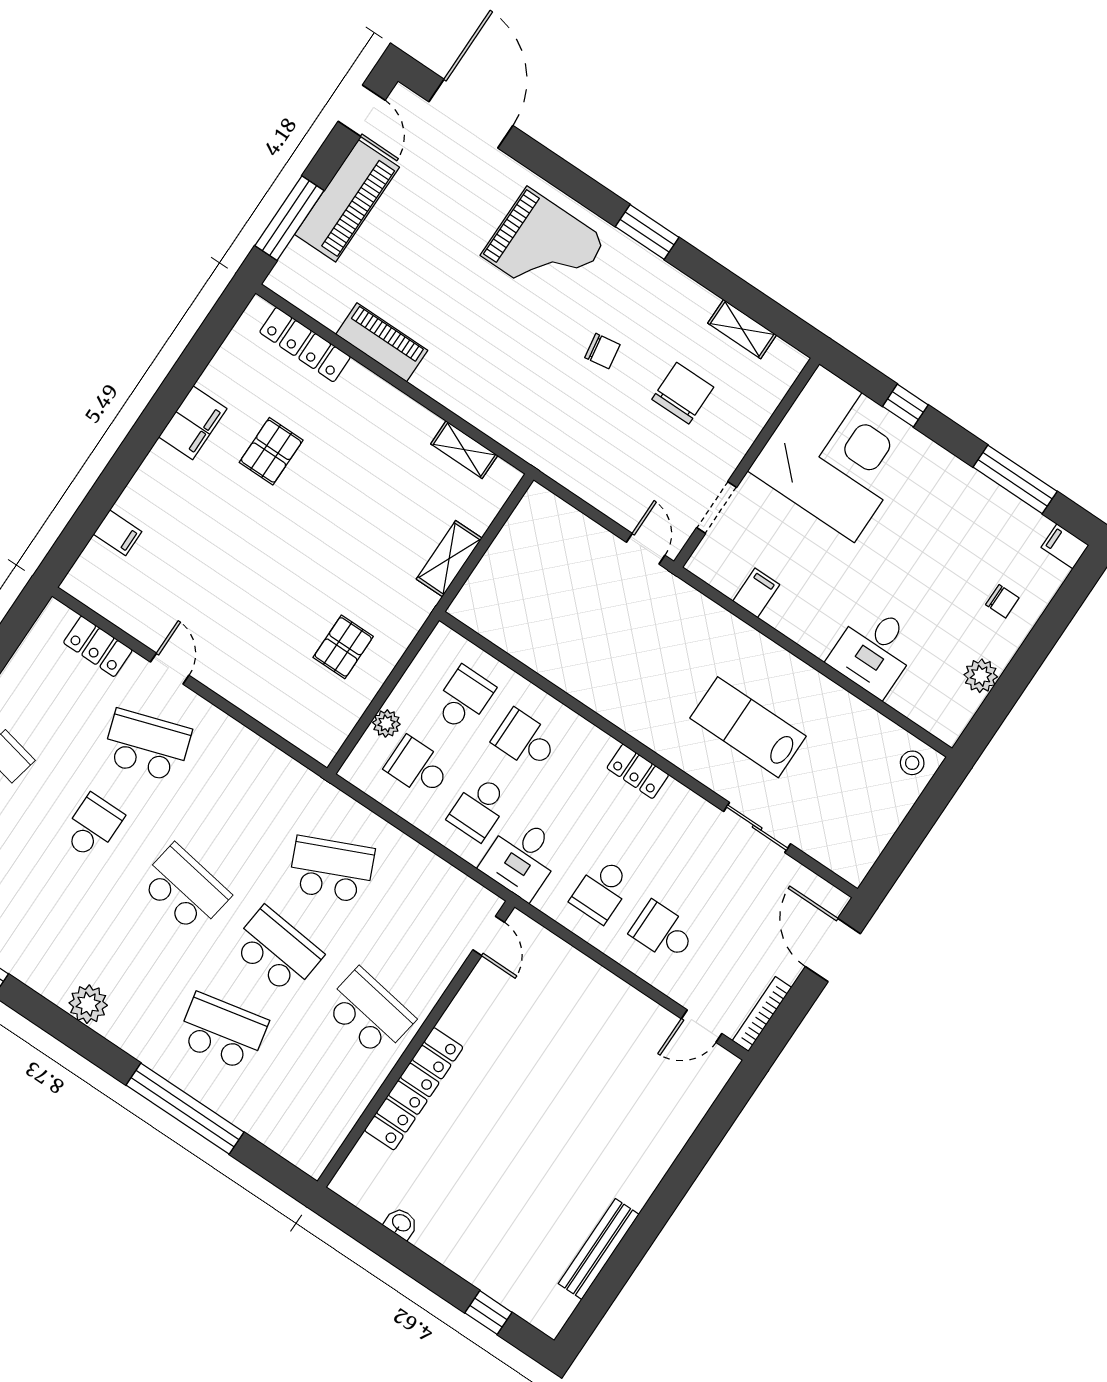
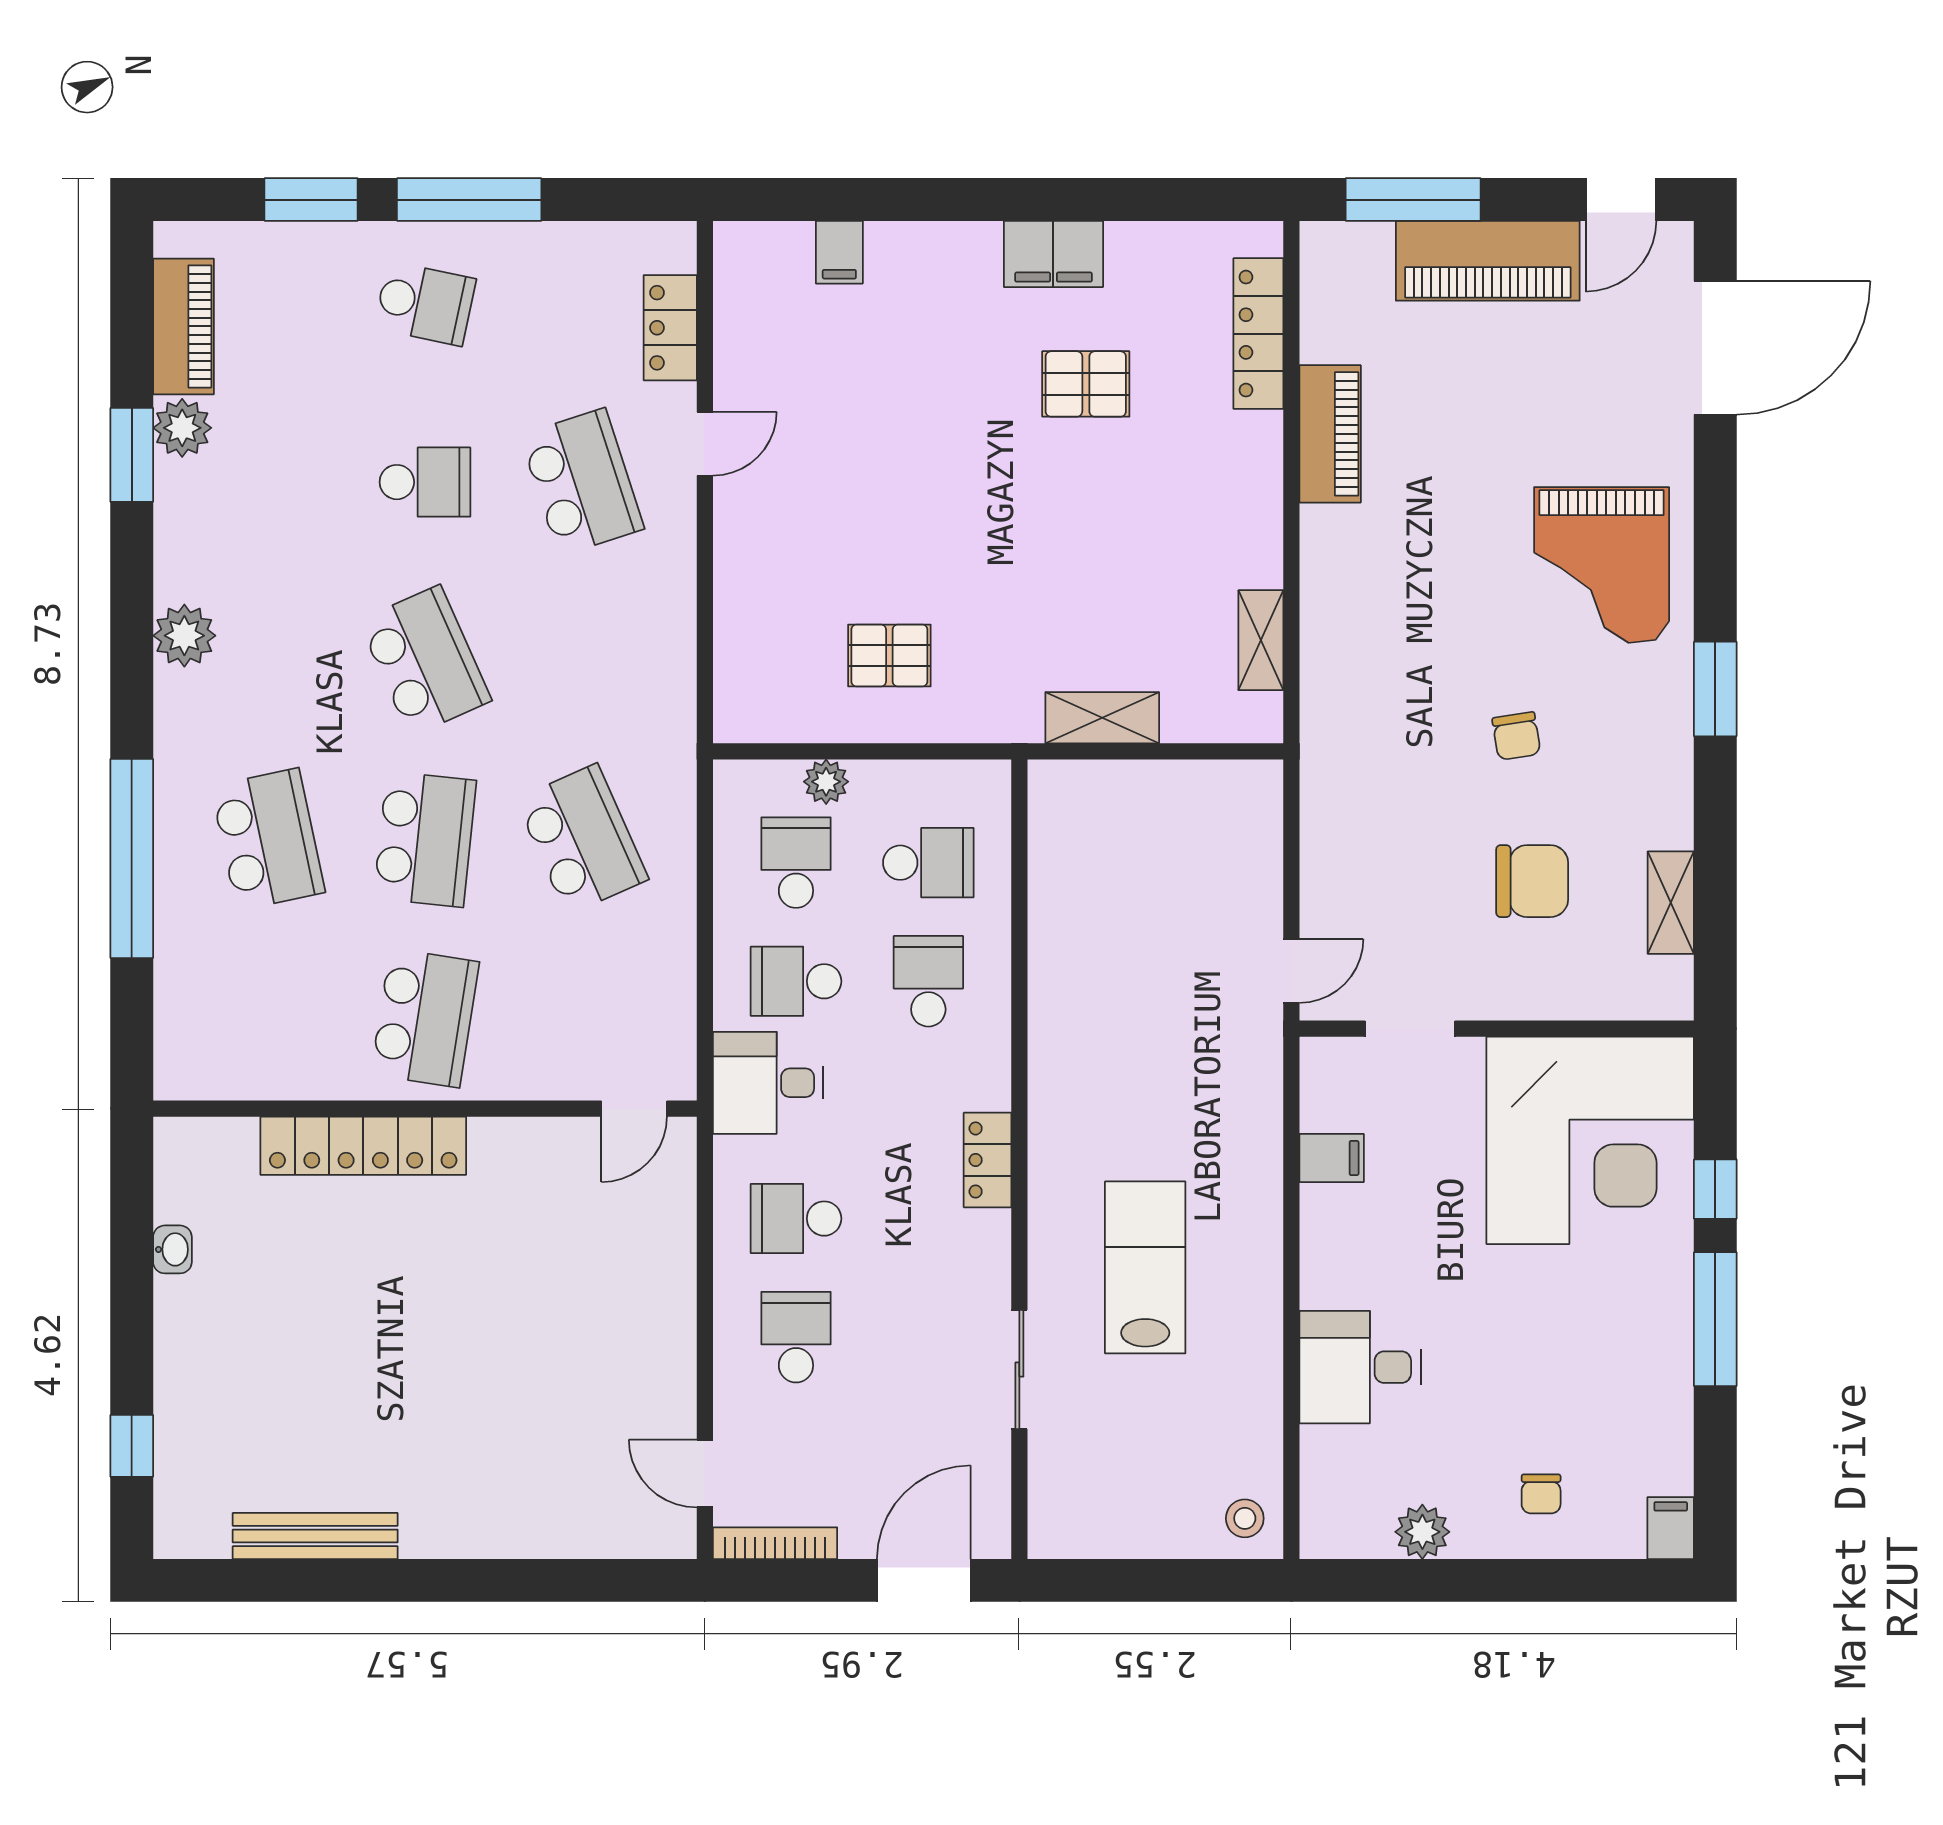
window: (1015, 479) -> (1715, 1319), moved
school desk: (185, 889) -> (425, 661), turned -33

